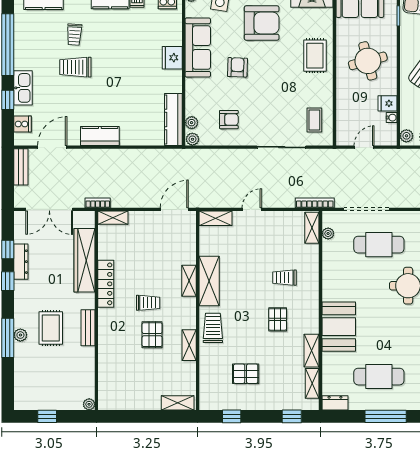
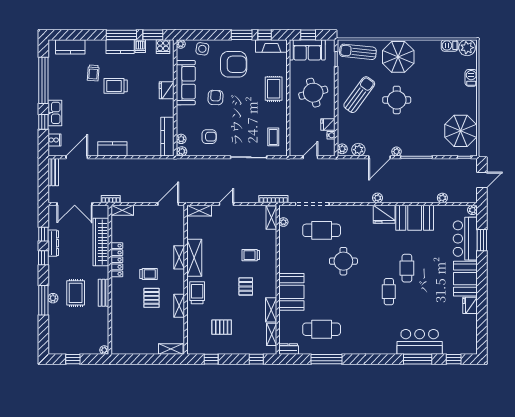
trolley: (75, 67) -> (116, 86), moved

